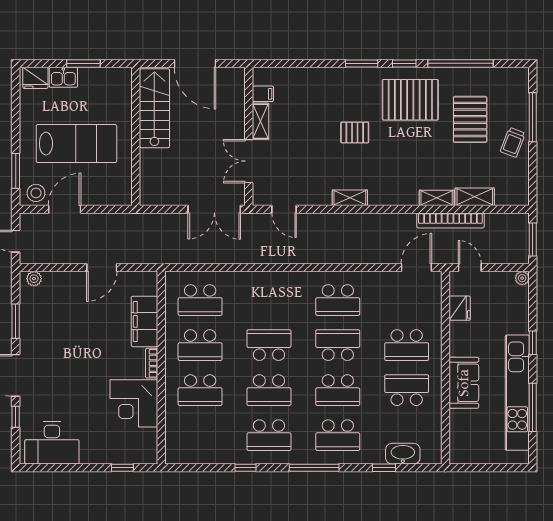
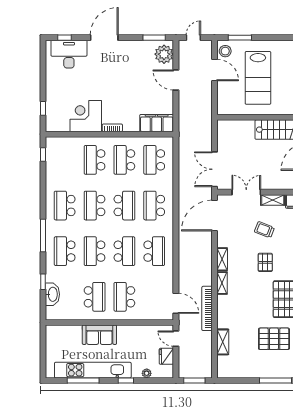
trolley: (513, 142) -> (264, 230), moved
shelving: (437, 198) -> (222, 283), moved
door: (284, 209) -> (214, 216), width x1.88
bookcase: (450, 220) -> (207, 308), moved
door: (102, 267) -> (176, 80), moved
door: (470, 267) -> (176, 339), swing flipped
plant: (522, 278) -> (147, 373), moved
plant: (34, 279) -> (164, 54), width x1.88, depth x1.88
school desk: (269, 300) -> (154, 206), added
school desk: (338, 300) -> (154, 251), turned 180
fridge: (460, 308) -> (166, 356), moved, turned 90
window: (16, 321) -> (154, 38), moved
filing cabinet: (145, 321) -> (157, 123), moved
window: (16, 417) -> (65, 38), moved
desk: (52, 443) -> (69, 54), moved, turned 90
window: (246, 468) -> (43, 154), moved

